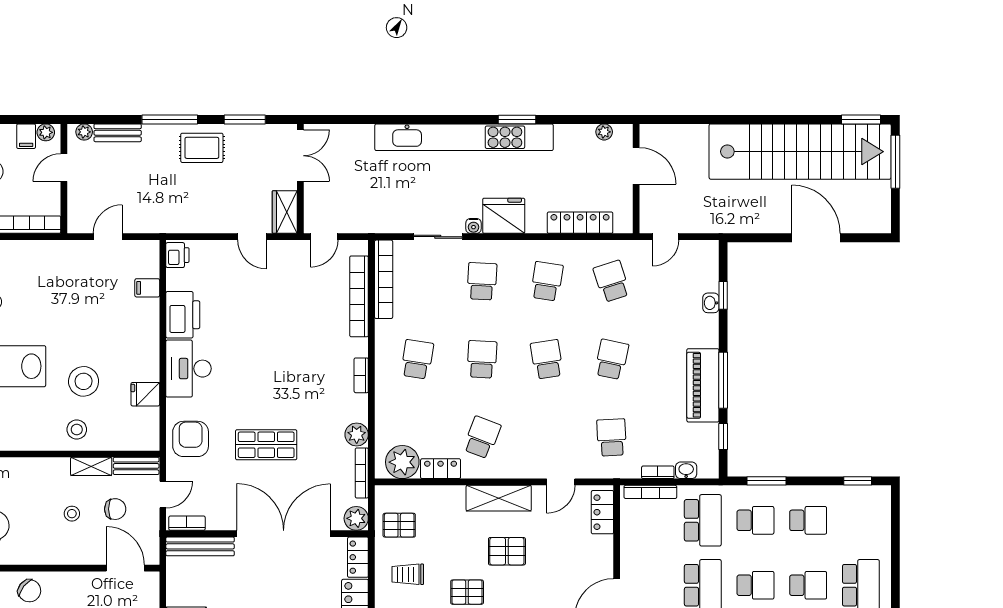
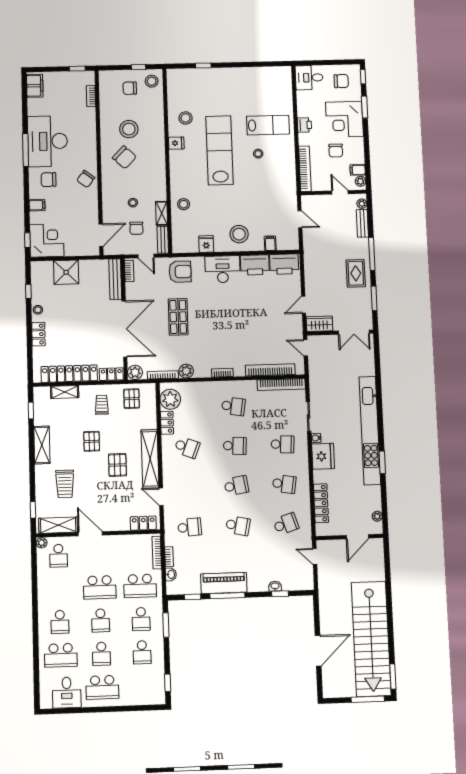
printer: (177, 255) -> (284, 264), width x1.87, depth x1.48
stool: (84, 381) -> (239, 234), moved
shelving: (499, 498) -> (150, 459), width x1.47

